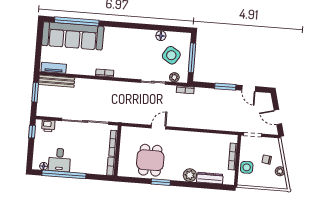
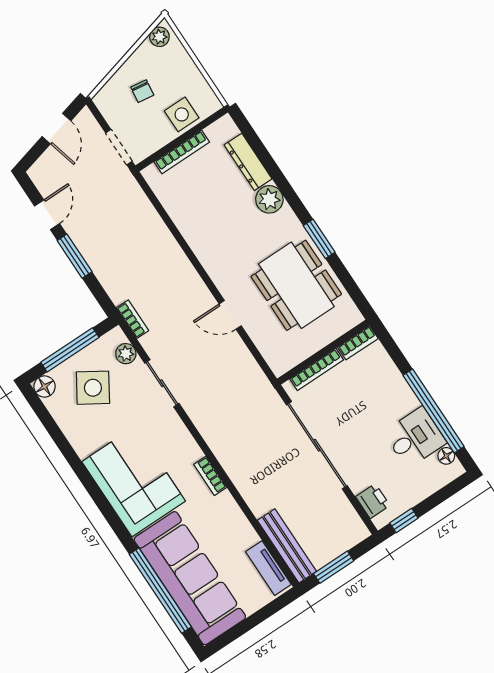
floor lamp: (161, 36) -> (45, 387), moved
corner sofa: (125, 43) -> (134, 481), added
dining table: (150, 160) -> (296, 285), width x1.38
plant: (280, 171) -> (159, 37), moved

